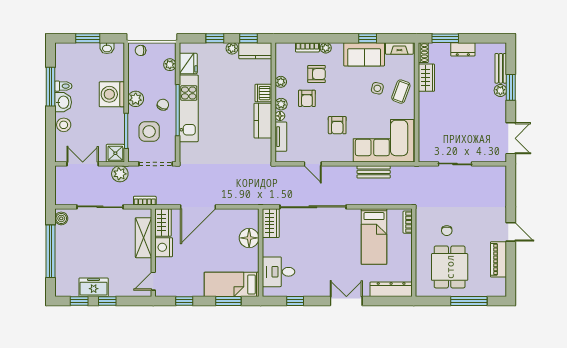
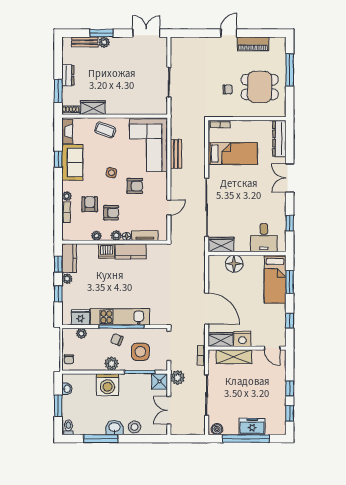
toilet: (63, 86) -> (68, 427), moved
side table: (377, 88) -> (111, 173), moved
freezer: (94, 287) -> (252, 427), moved, turned 90

